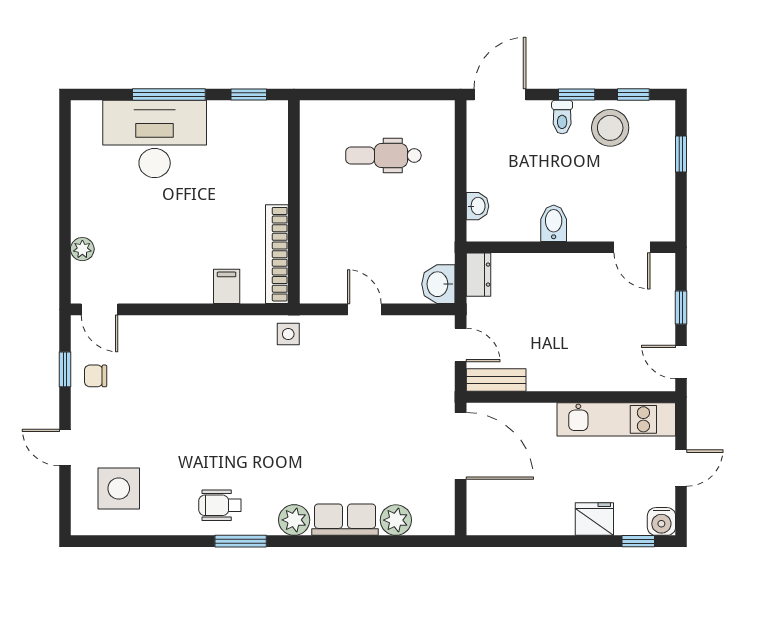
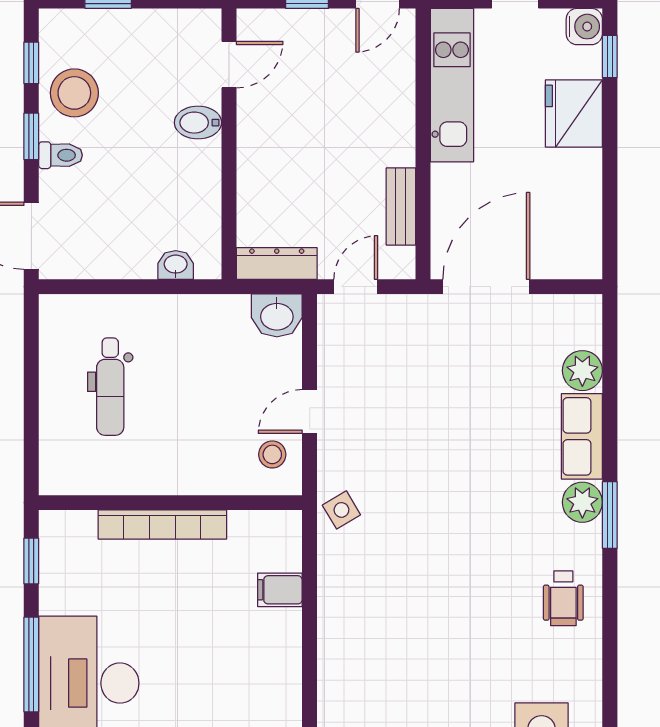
bidet: (554, 223) -> (198, 123), moved
bookcase: (277, 254) -> (162, 525), moved
dresser: (479, 275) -> (277, 263), width x1.44
stool: (331, 281) -> (272, 454), added
side table: (288, 334) -> (341, 510), turned -31
bench: (496, 380) -> (401, 207), moved
fridge: (594, 519) -> (574, 113), width x1.36, depth x1.34
window: (241, 541) -> (610, 515), moved

